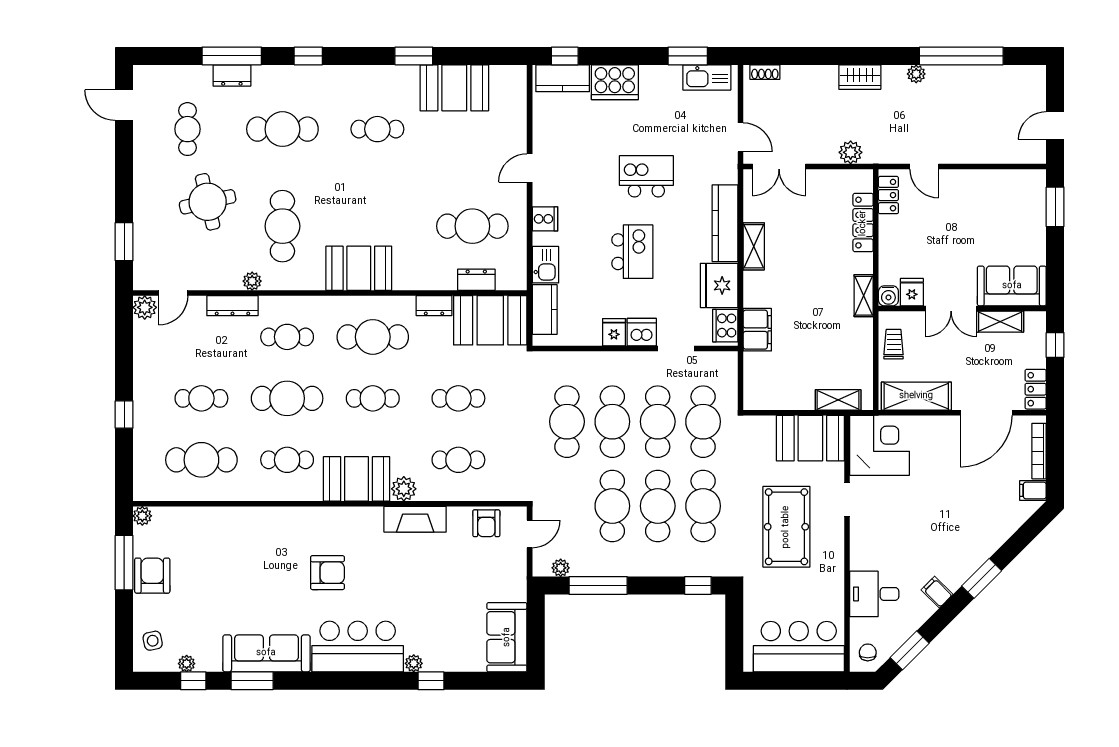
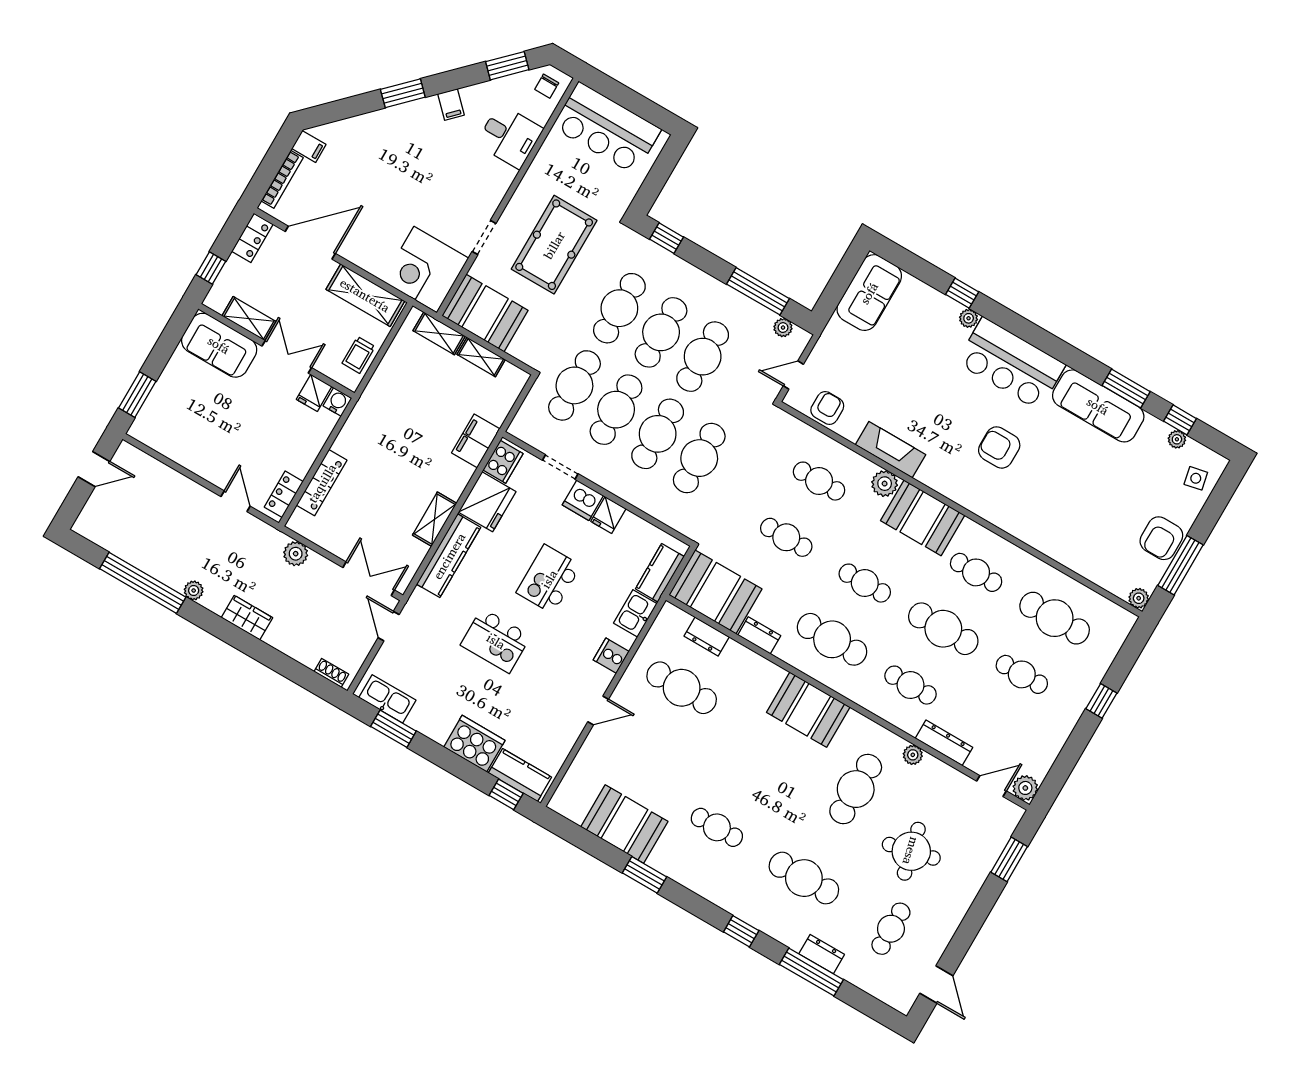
shelving: (864, 296) -> (481, 357), moved, turned 90

